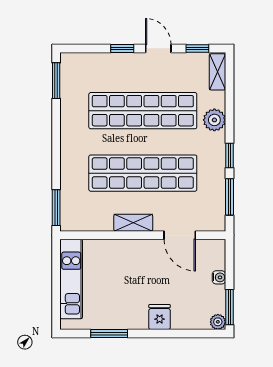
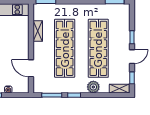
shelving: (133, 223) -> (38, 31), moved
door: (180, 235) -> (31, 68), hinge flipped

